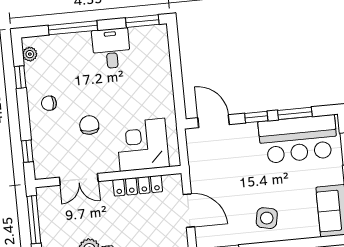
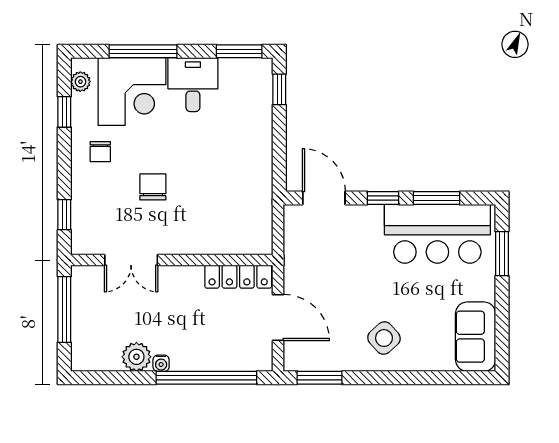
window: (174, 46) -> (279, 89), added
chair: (49, 103) -> (100, 152), turned -90
corner desk: (143, 145) -> (132, 92), moved, turned 180
locker: (138, 186) -> (238, 277), moved
side table: (267, 218) -> (384, 338), turned 37

